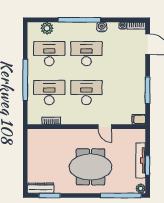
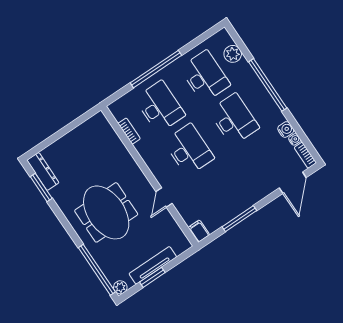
water cooler: (102, 27) -> (286, 129), moved

